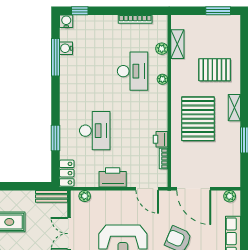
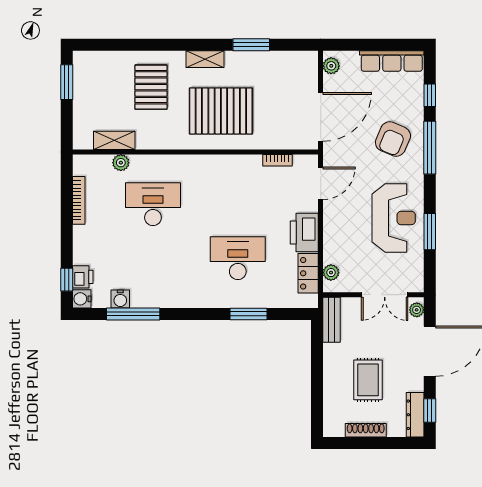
plant: (162, 79) -> (164, 162), removed
printer: (160, 139) -> (83, 277), moved, turned -90
locker: (67, 173) -> (308, 273), moved, turned -90

